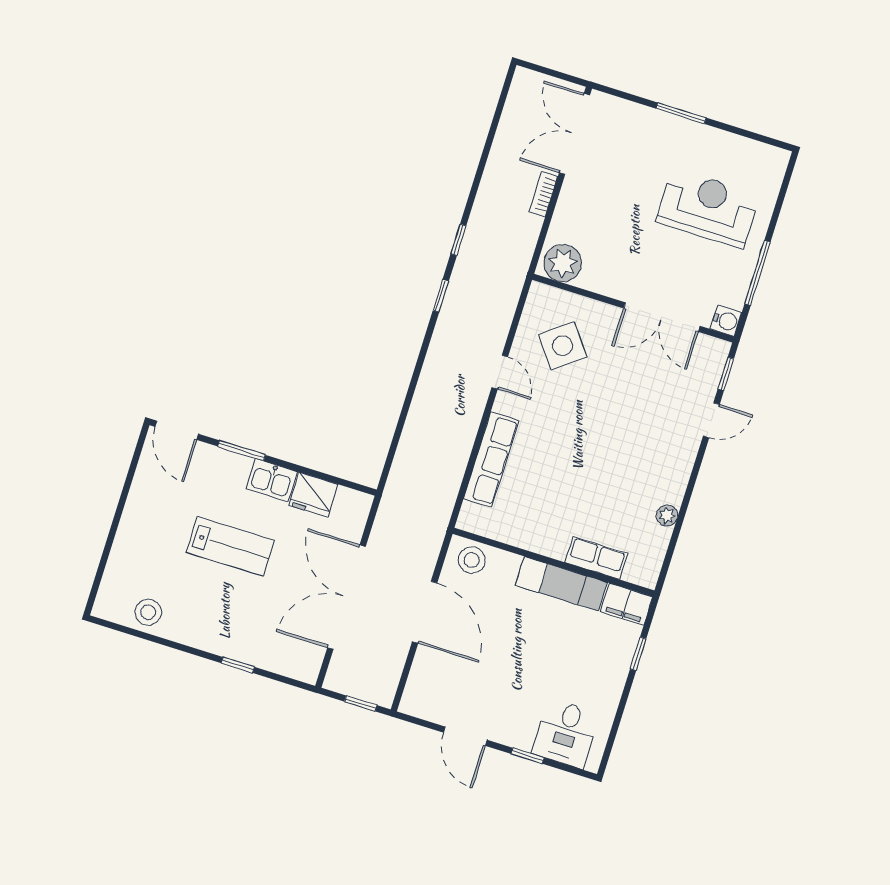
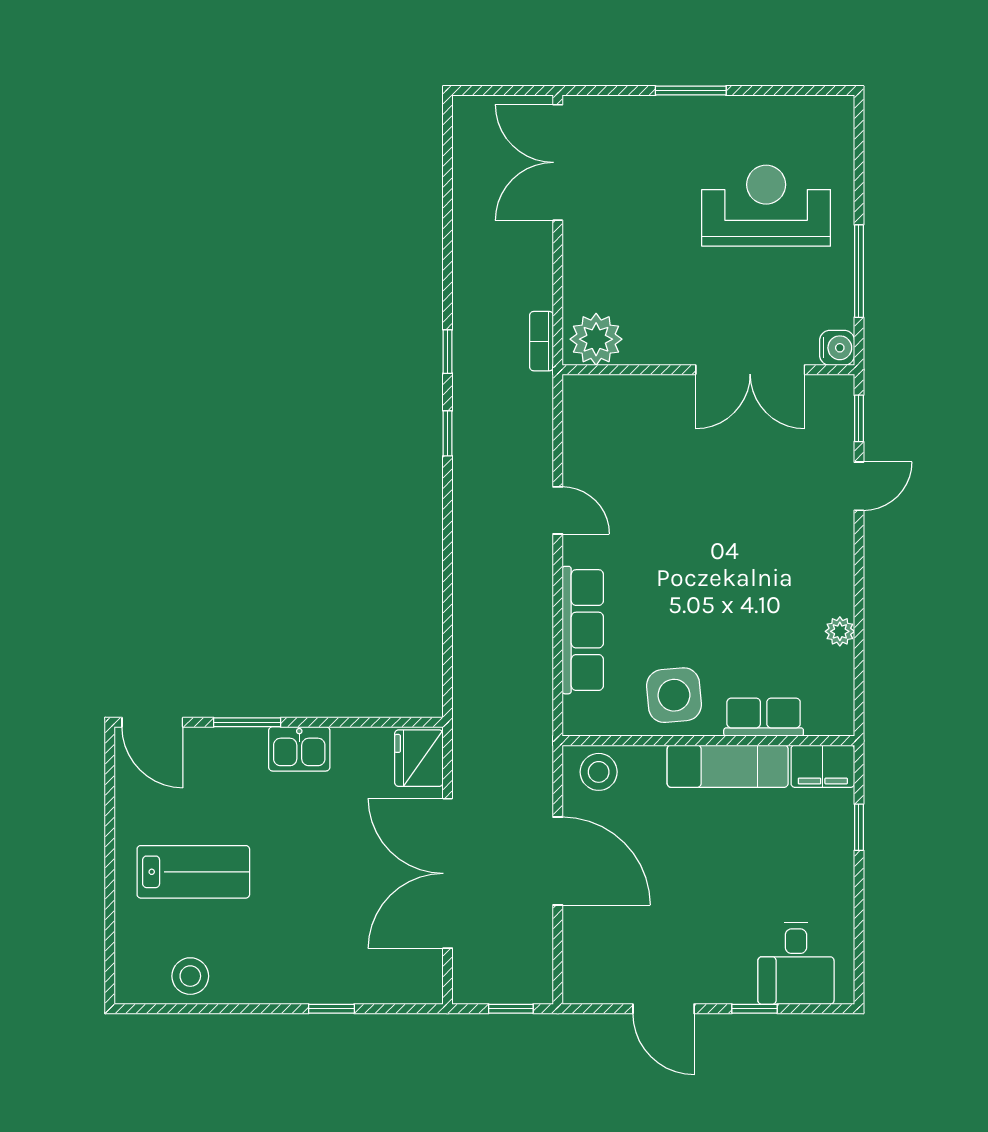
bookcase: (543, 194) -> (541, 341), moved
side table: (563, 346) -> (674, 695), moved, turned 32
fridge: (313, 495) -> (419, 758), moved, turned 90
lab bench: (230, 546) -> (193, 872), moved

